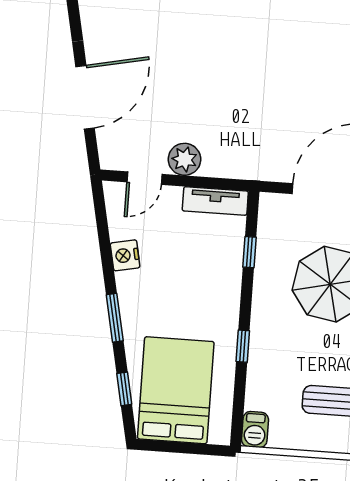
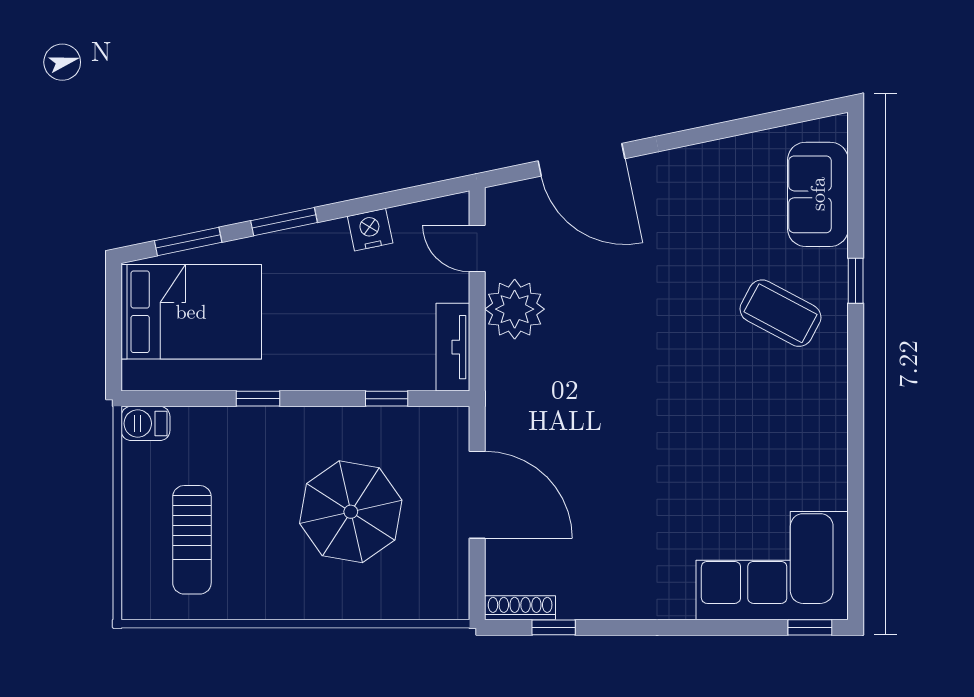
plant: (184, 159) -> (515, 309), width x1.36, depth x1.36
window: (124, 389) -> (188, 241), width x1.50

